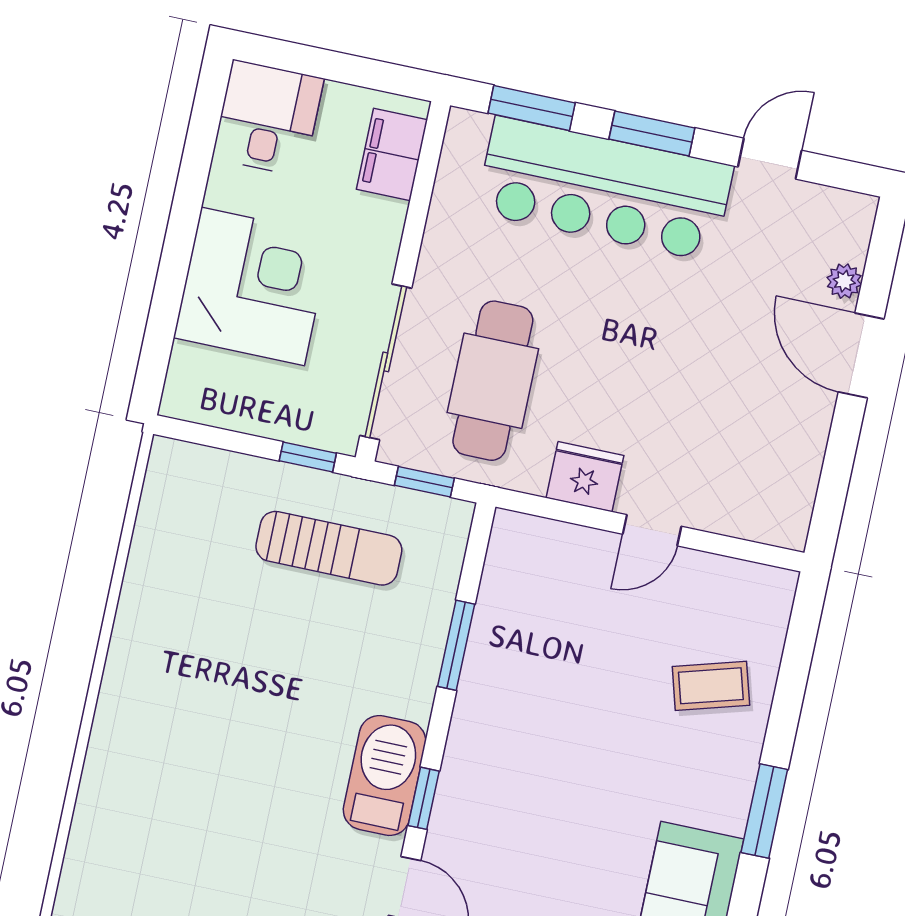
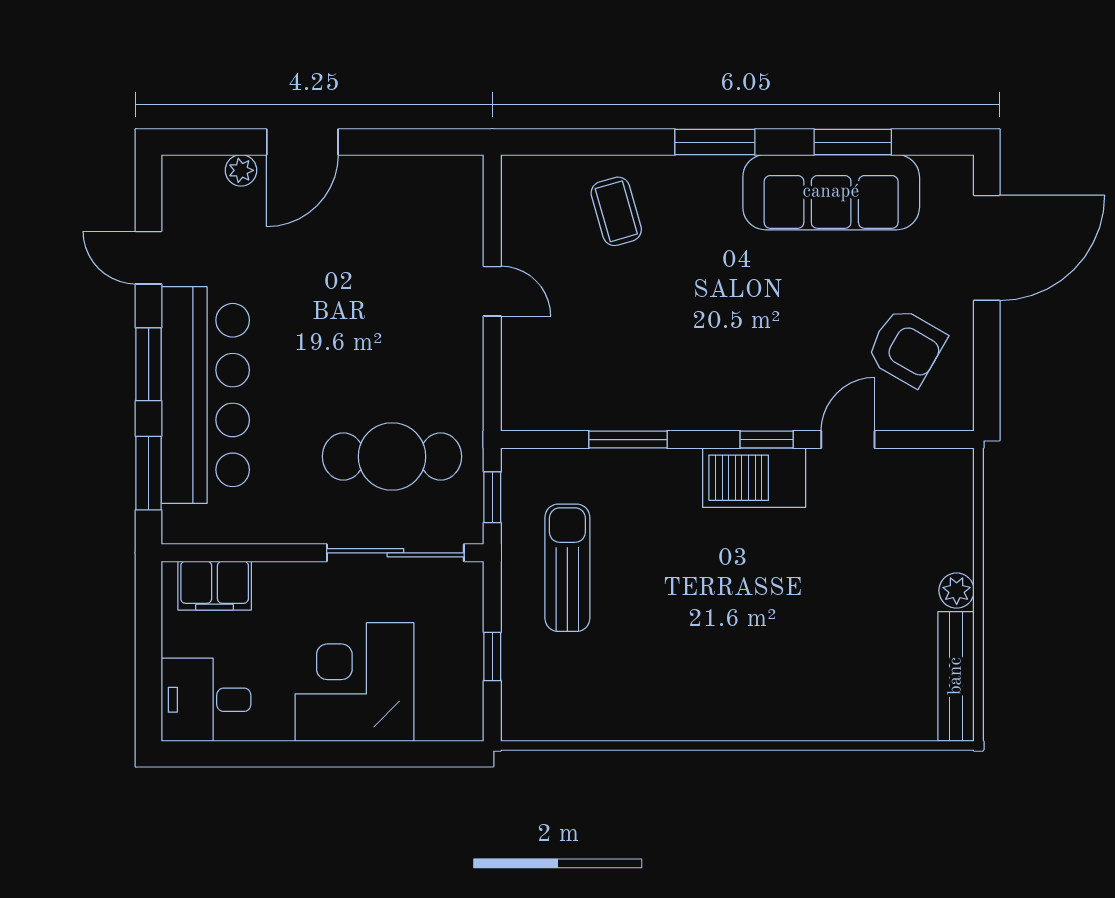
window: (308, 457) -> (492, 657), moved
fridge: (585, 477) -> (458, 359), removed

